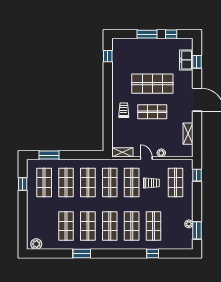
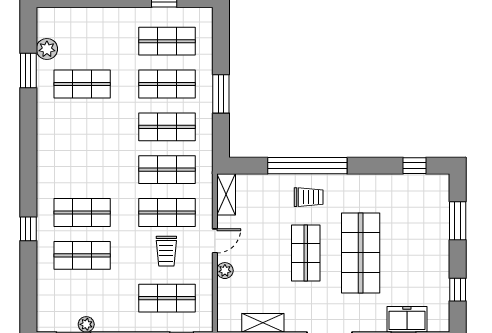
window: (147, 34) -> (458, 221), moved
window: (108, 111) -> (307, 166), added
window: (49, 155) -> (221, 94), moved
shop shelf: (88, 226) -> (82, 127), removed
shop shelf: (110, 226) -> (82, 170), removed
plant: (36, 244) -> (47, 49), moved
window: (82, 254) -> (28, 70), moved
window: (153, 254) -> (28, 229), moved

